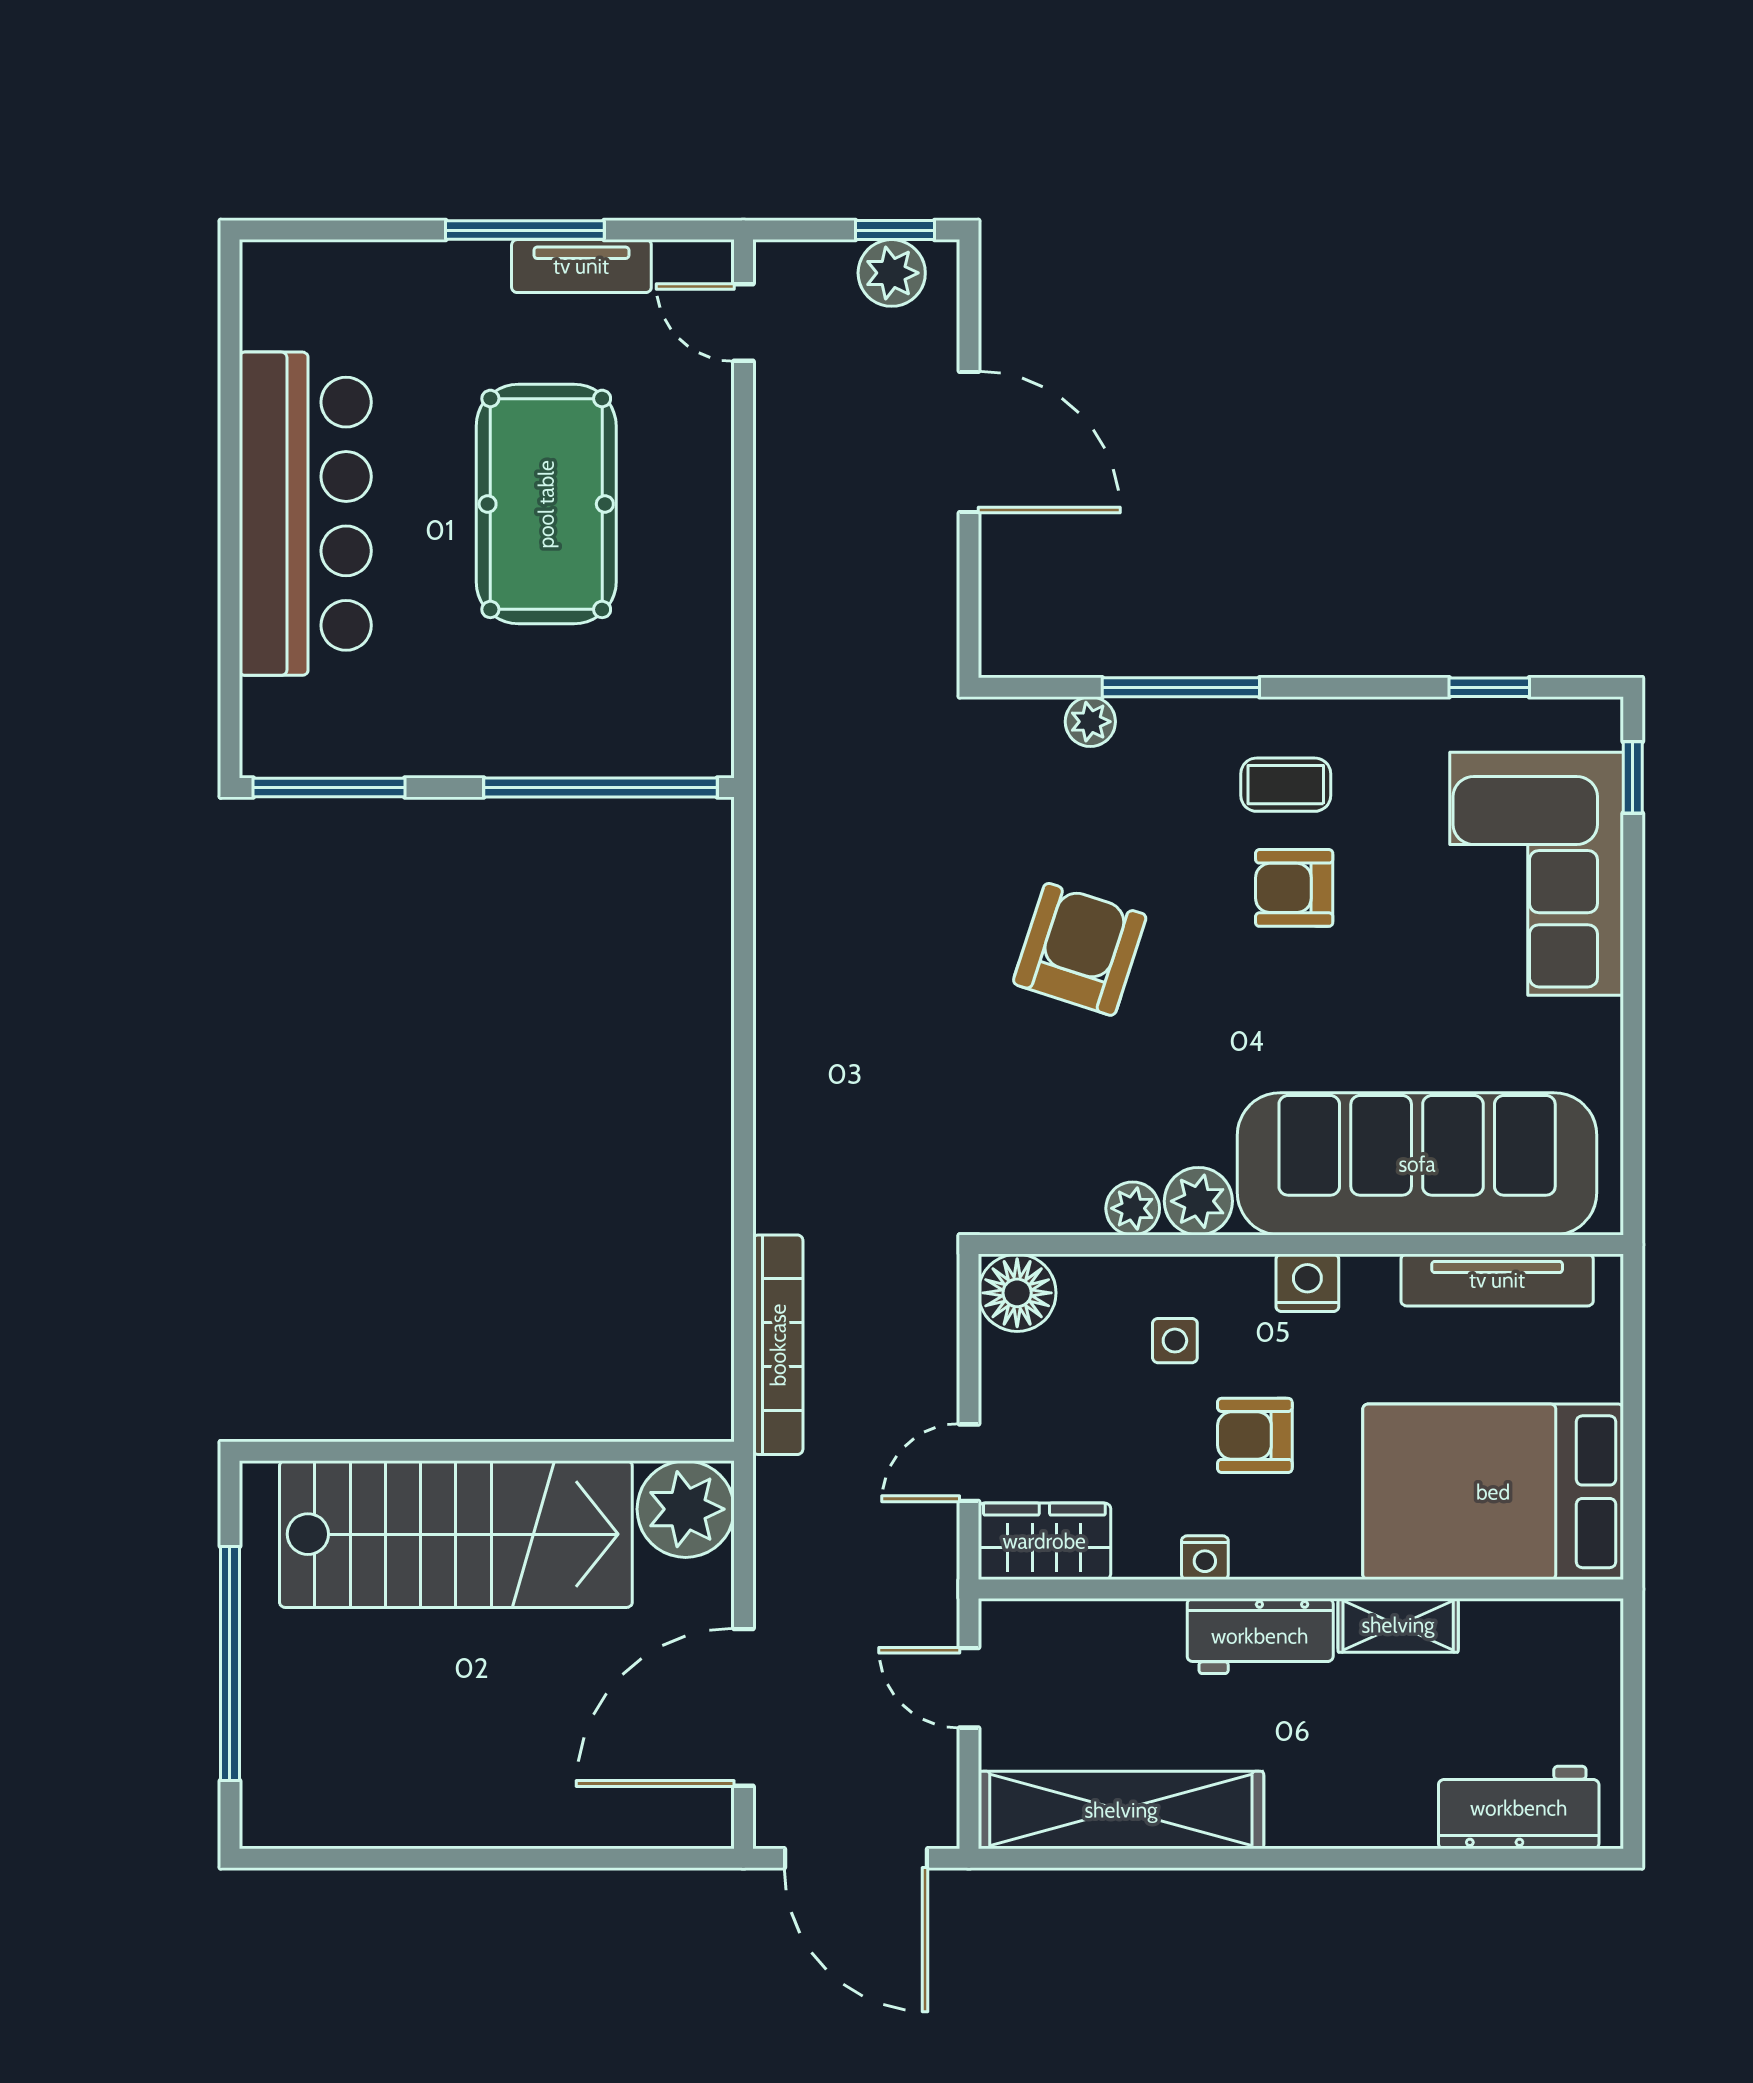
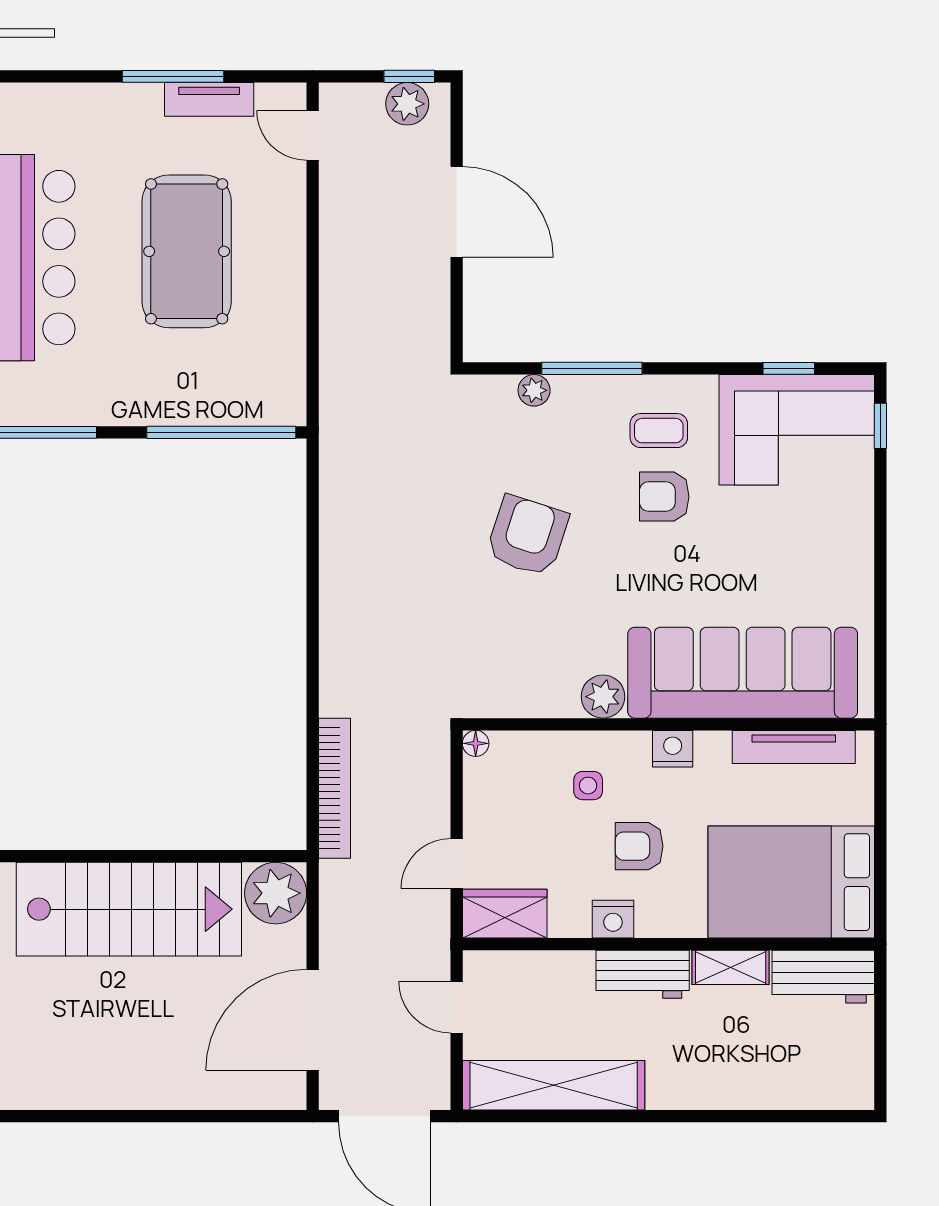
corner sofa: (1537, 874) -> (797, 430), moved, turned -90
plant: (1133, 1208) -> (561, 701), removed
floor lamp: (1017, 1293) -> (476, 743), width x0.53, depth x0.53
nightstand: (1205, 1558) -> (613, 919), width x1.39, depth x1.35
workbench: (1519, 1808) -> (823, 977), moved, turned 180

